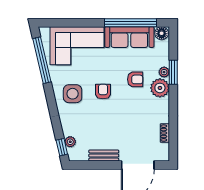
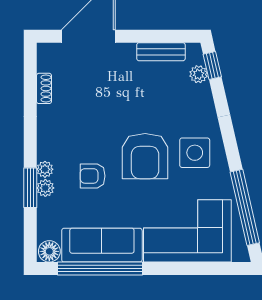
plant: (160, 88) -> (45, 169), width x0.53, depth x0.53
armchair: (103, 92) -> (145, 156), width x1.88, depth x1.88
bench: (104, 156) -> (161, 52), moved

